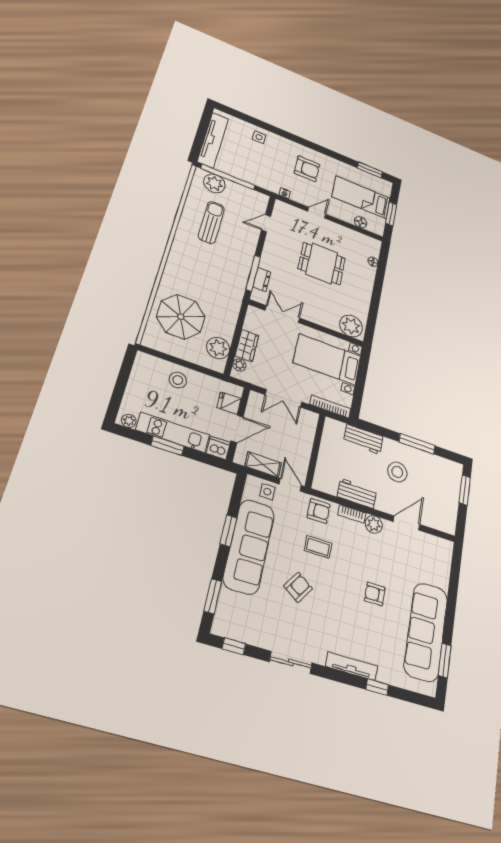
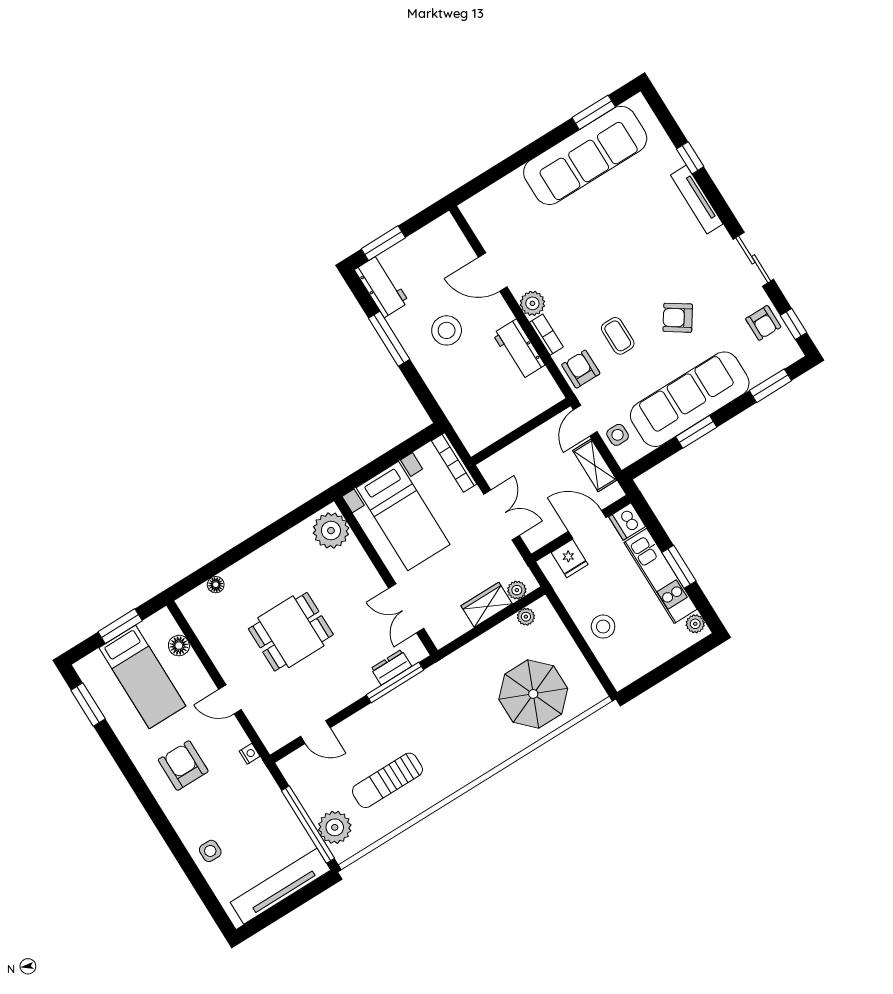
dining table: (322, 263) -> (291, 632), turned 90
plant: (218, 348) -> (526, 617), width x0.53, depth x0.53
workbench: (363, 439) -> (382, 286), moved
armchair: (375, 594) -> (763, 323), moved

